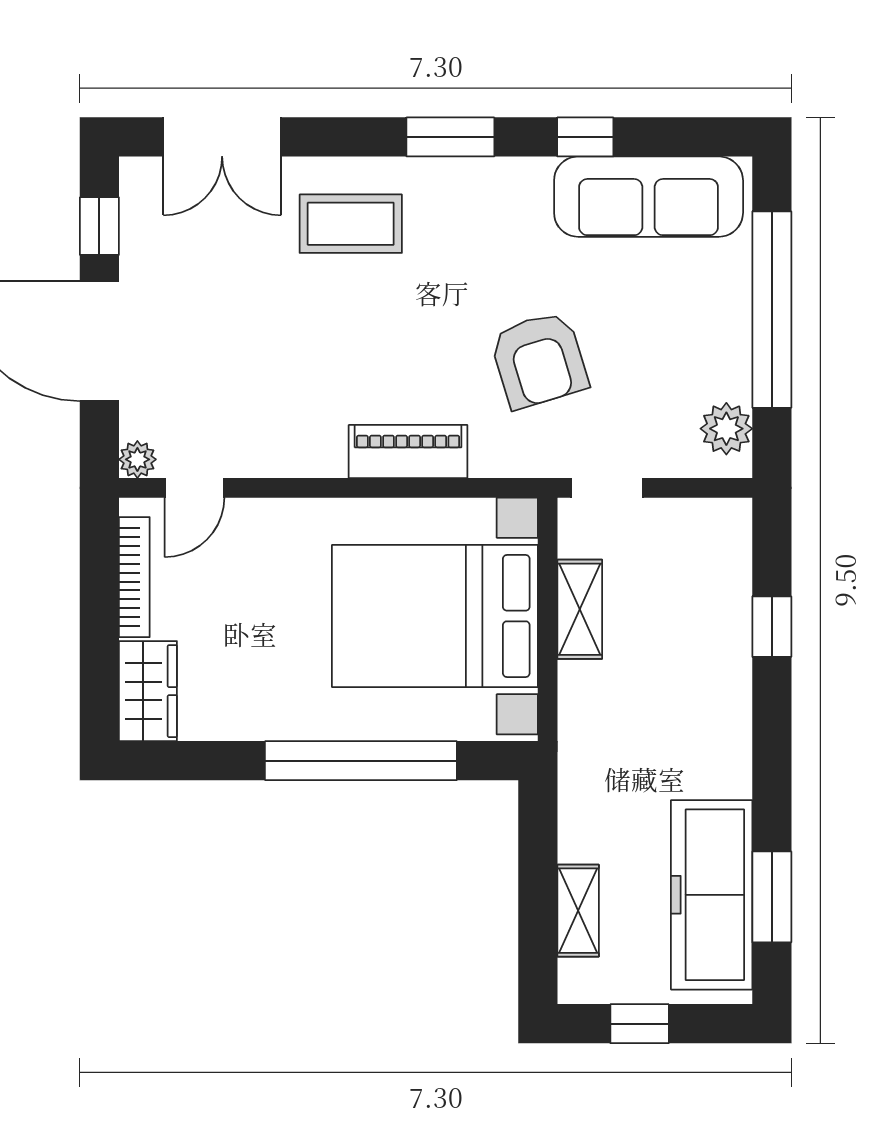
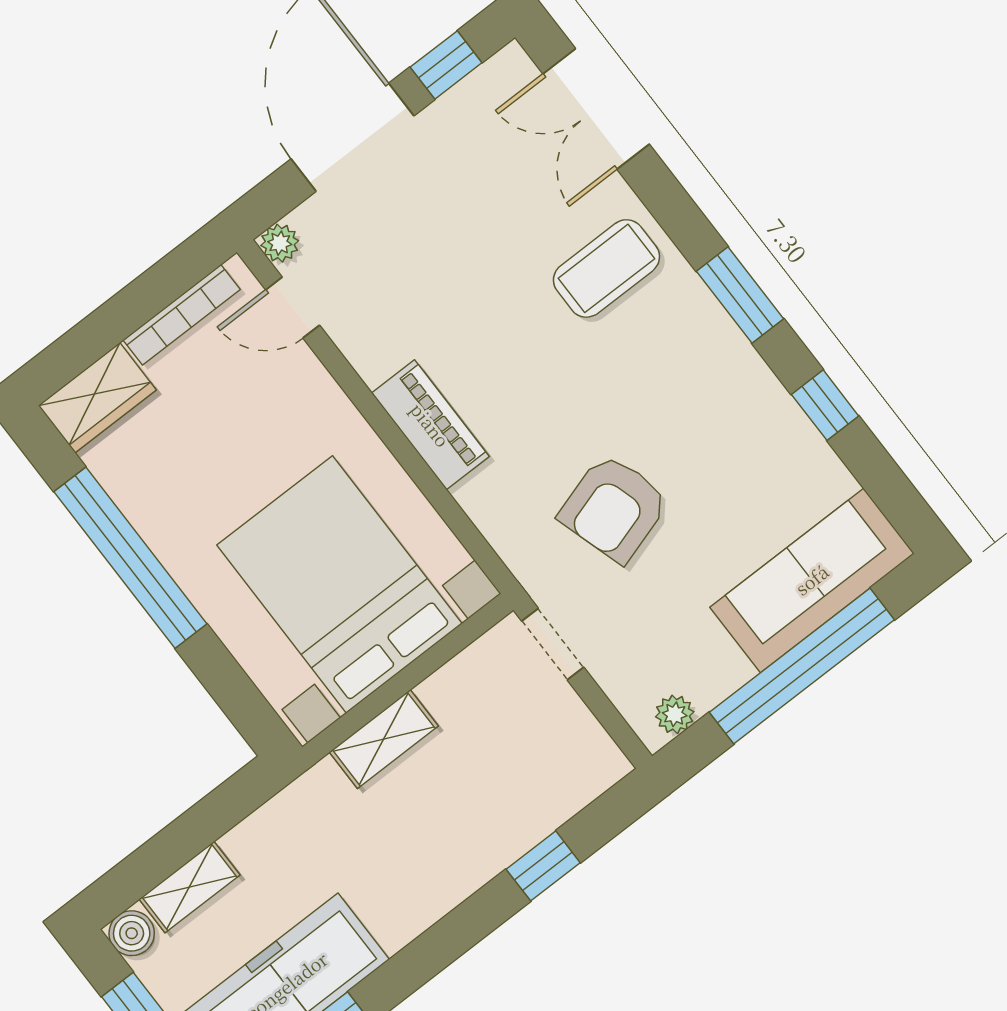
sofa: (649, 197) -> (812, 580), moved, turned 90
coffee table: (351, 224) -> (606, 268), turned 90
plant: (726, 429) -> (675, 714), width x0.73, depth x0.73
piano: (408, 452) -> (430, 425), moved
shelving: (580, 609) -> (384, 739), moved
window: (361, 761) -> (130, 558), moved
boiler: (579, 982) -> (132, 933), added

